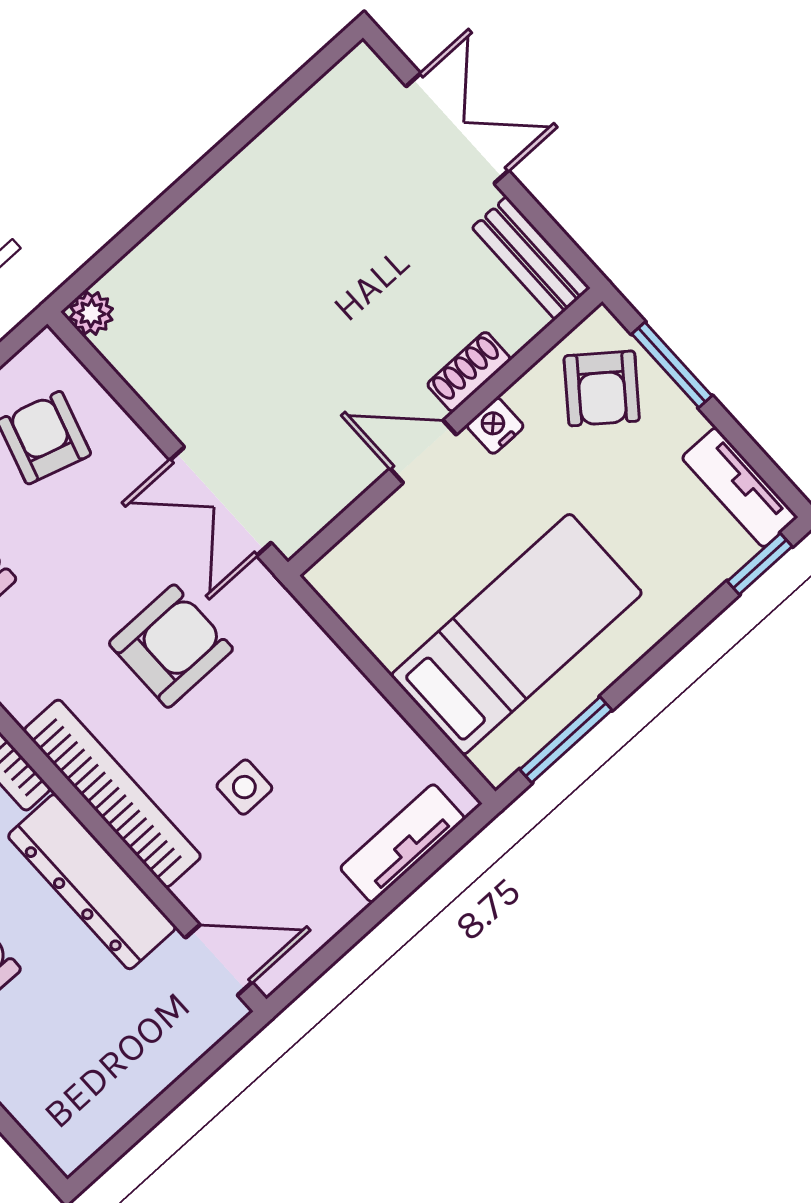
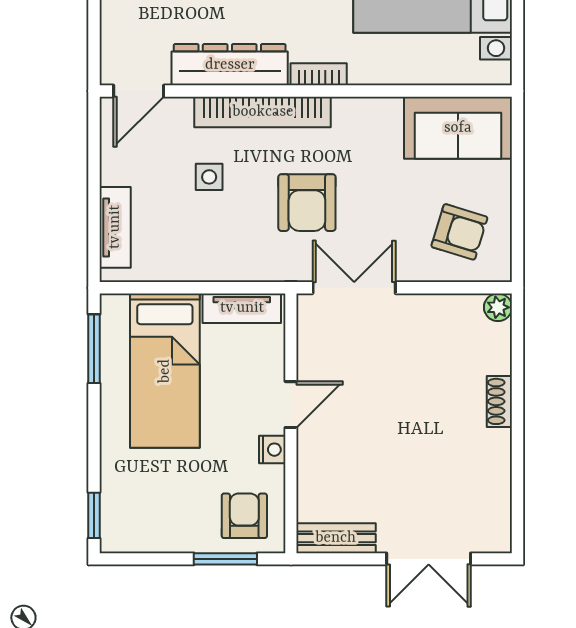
shoe rack: (469, 372) -> (499, 401), moved, turned 180
armchair: (602, 388) -> (244, 516), turned 52
tv unit: (740, 487) -> (242, 308), moved, turned 180

